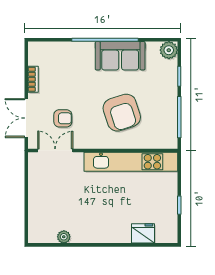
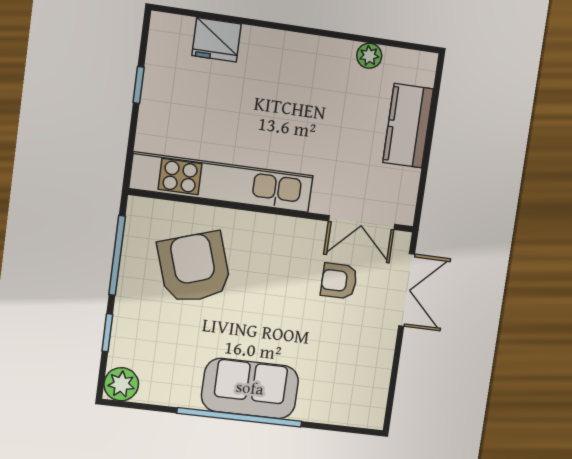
sofa: (120, 56) -> (250, 389), moved
bookcase: (33, 79) -> (383, 360), removed
armchair: (122, 113) -> (194, 268), moved
kitchen counter: (38, 204) -> (408, 126), added

